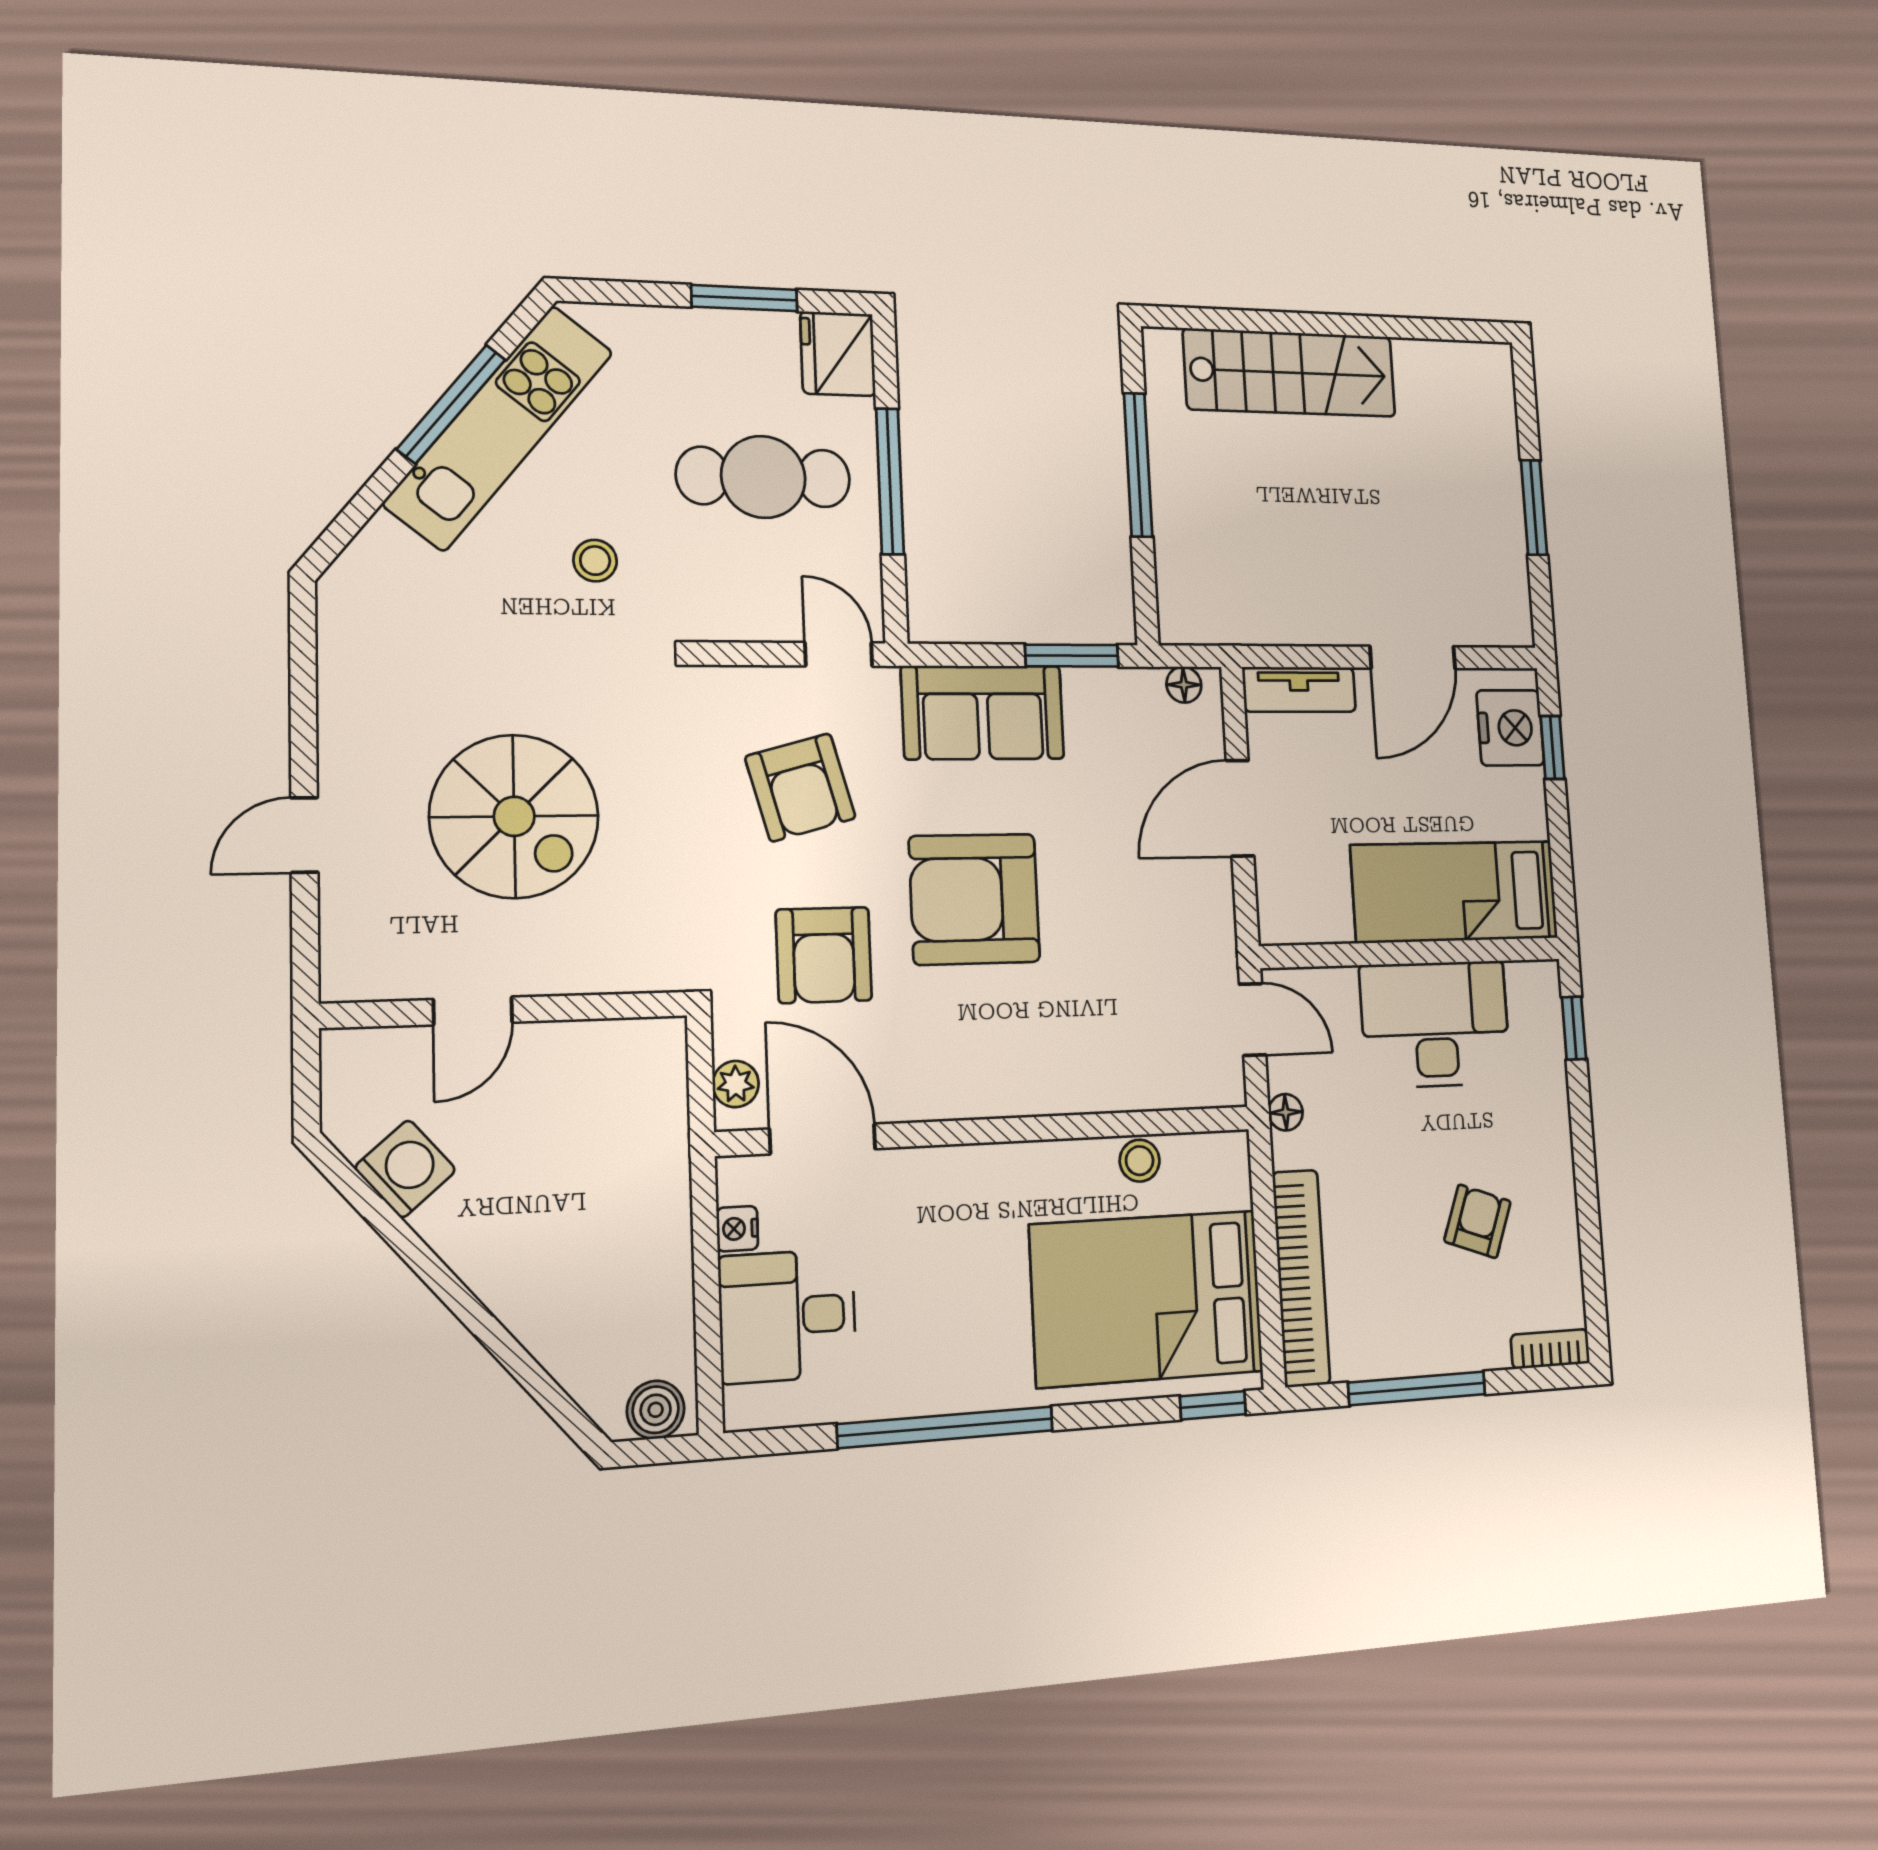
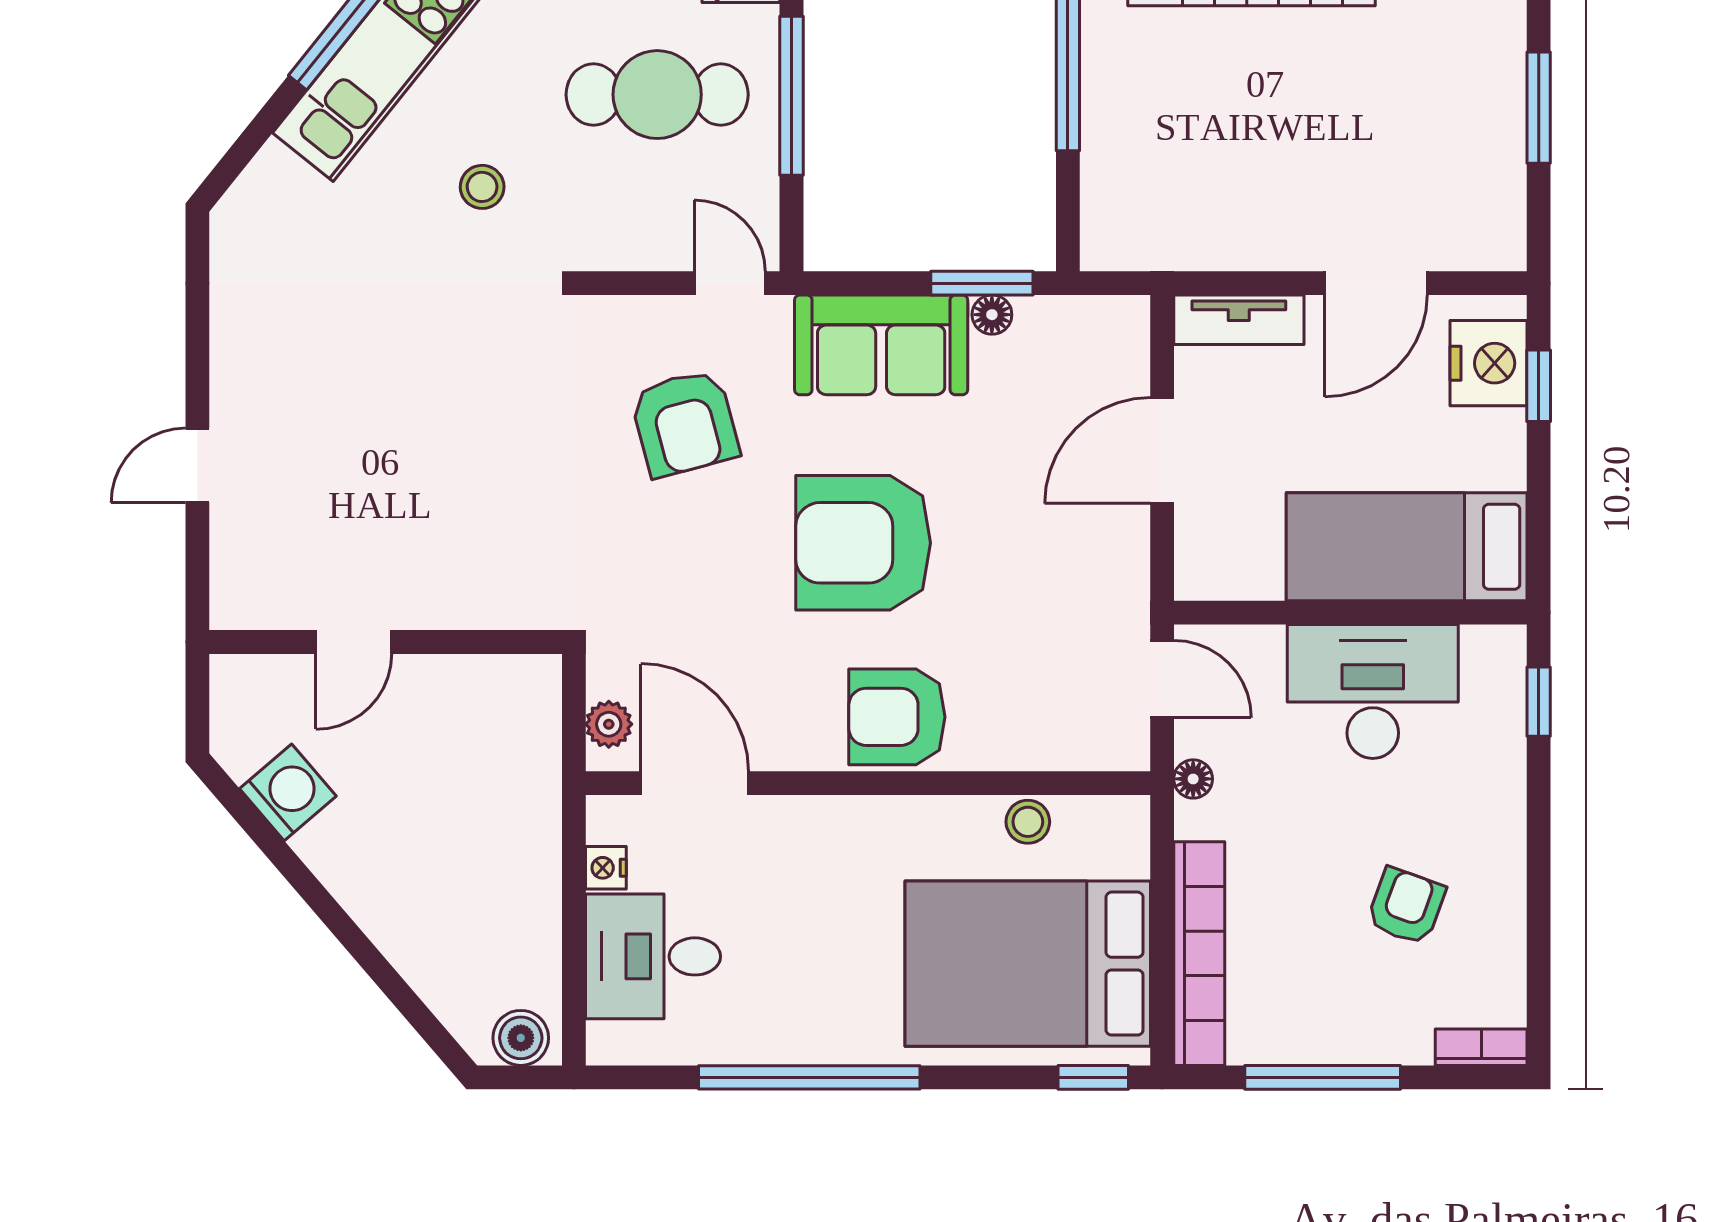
floor lamp: (1184, 685) -> (992, 315), moved
spiral stairs: (514, 816) -> (397, 450), removed
armchair: (824, 955) -> (897, 717), moved, turned 90

